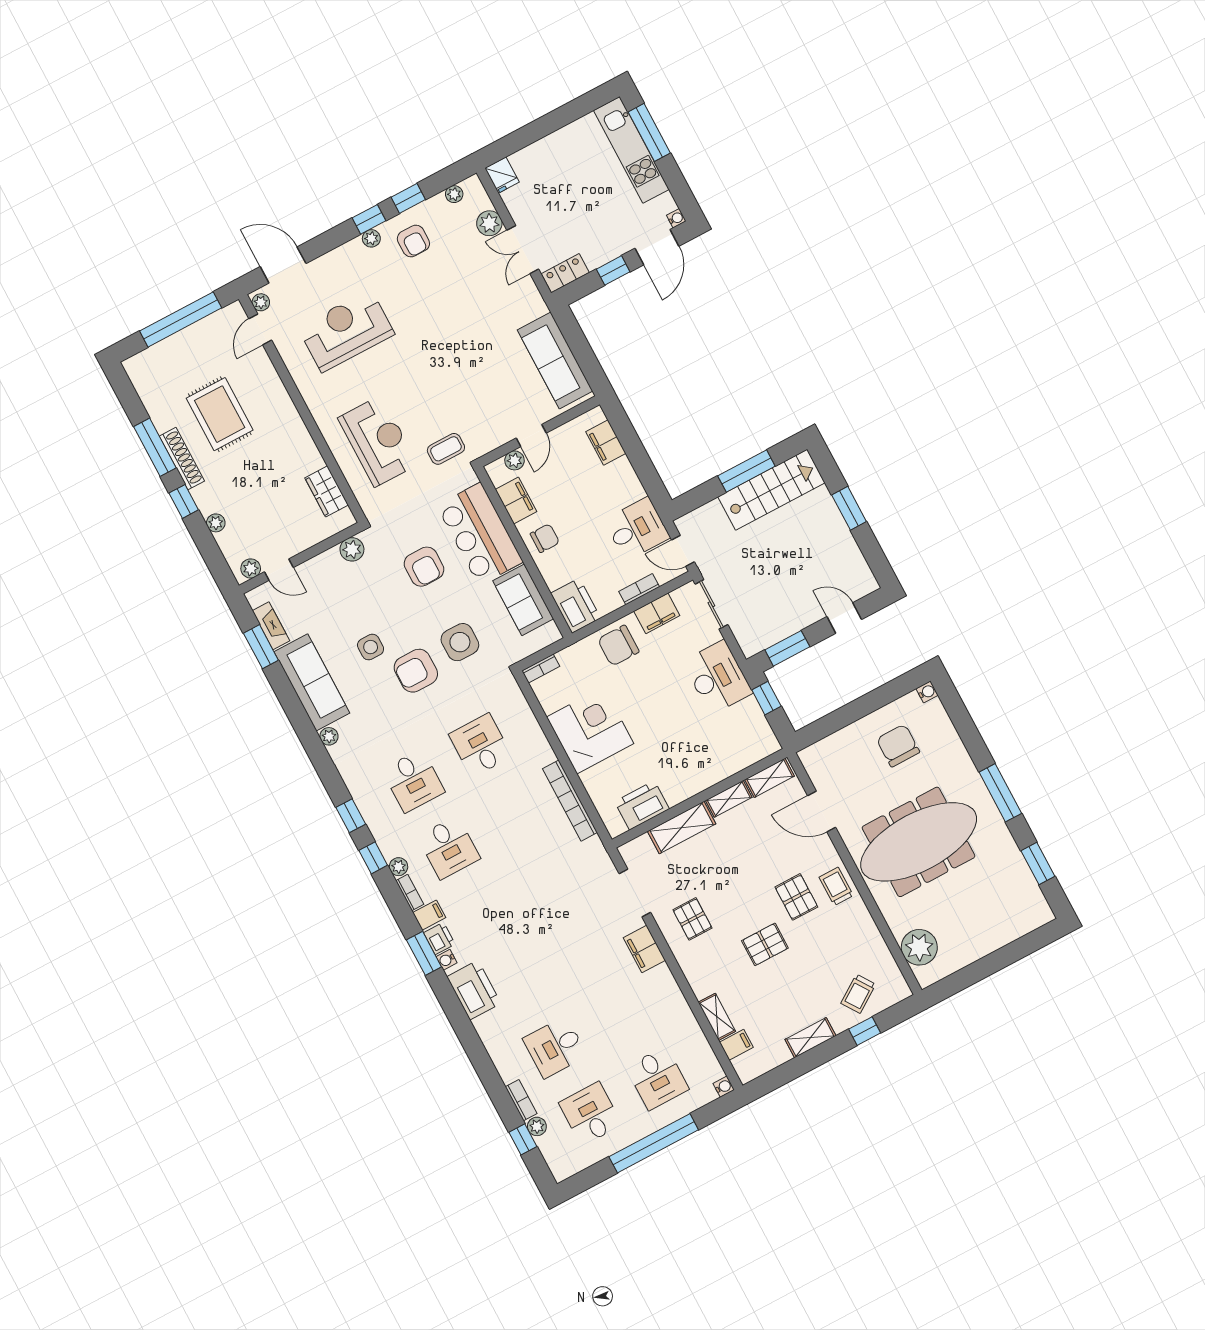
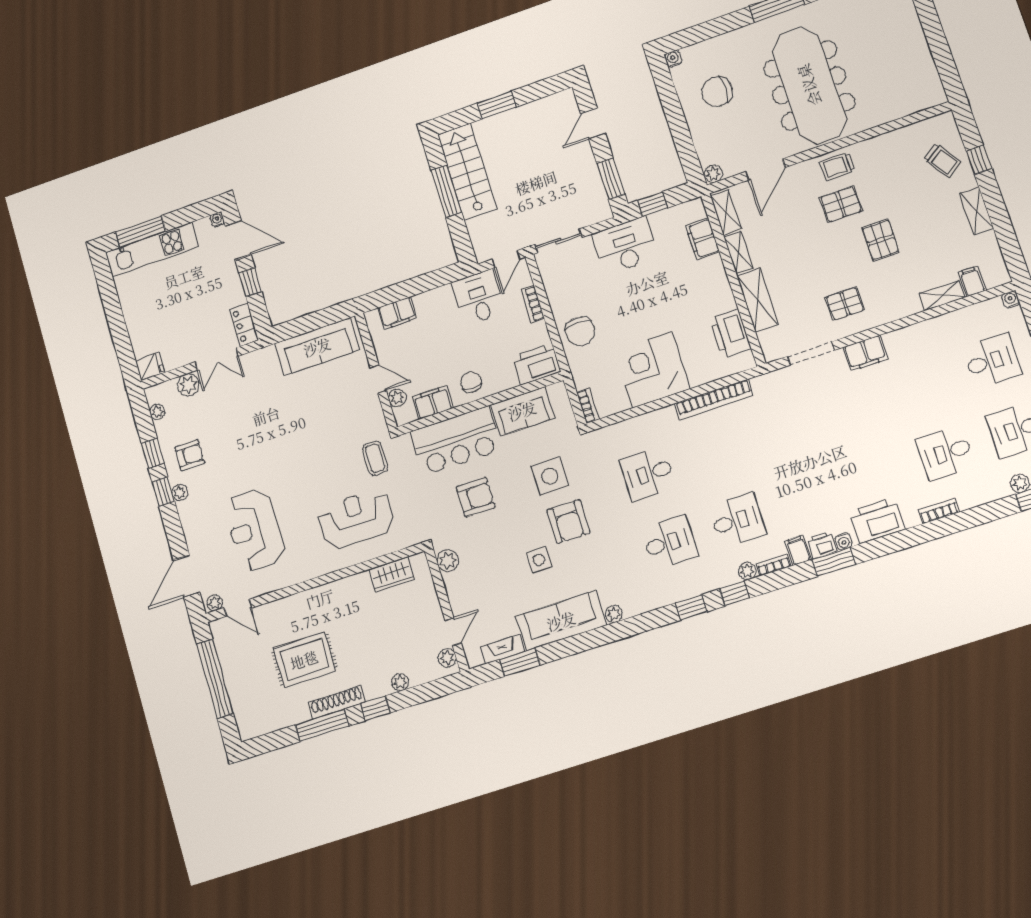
filing cabinet: (657, 613) -> (703, 239), moved, turned 180
plant: (919, 947) -> (713, 174), moved, width x0.53, depth x0.53
desk: (555, 1047) -> (945, 453), turned 90
bookcase: (521, 1100) -> (939, 511), moved

